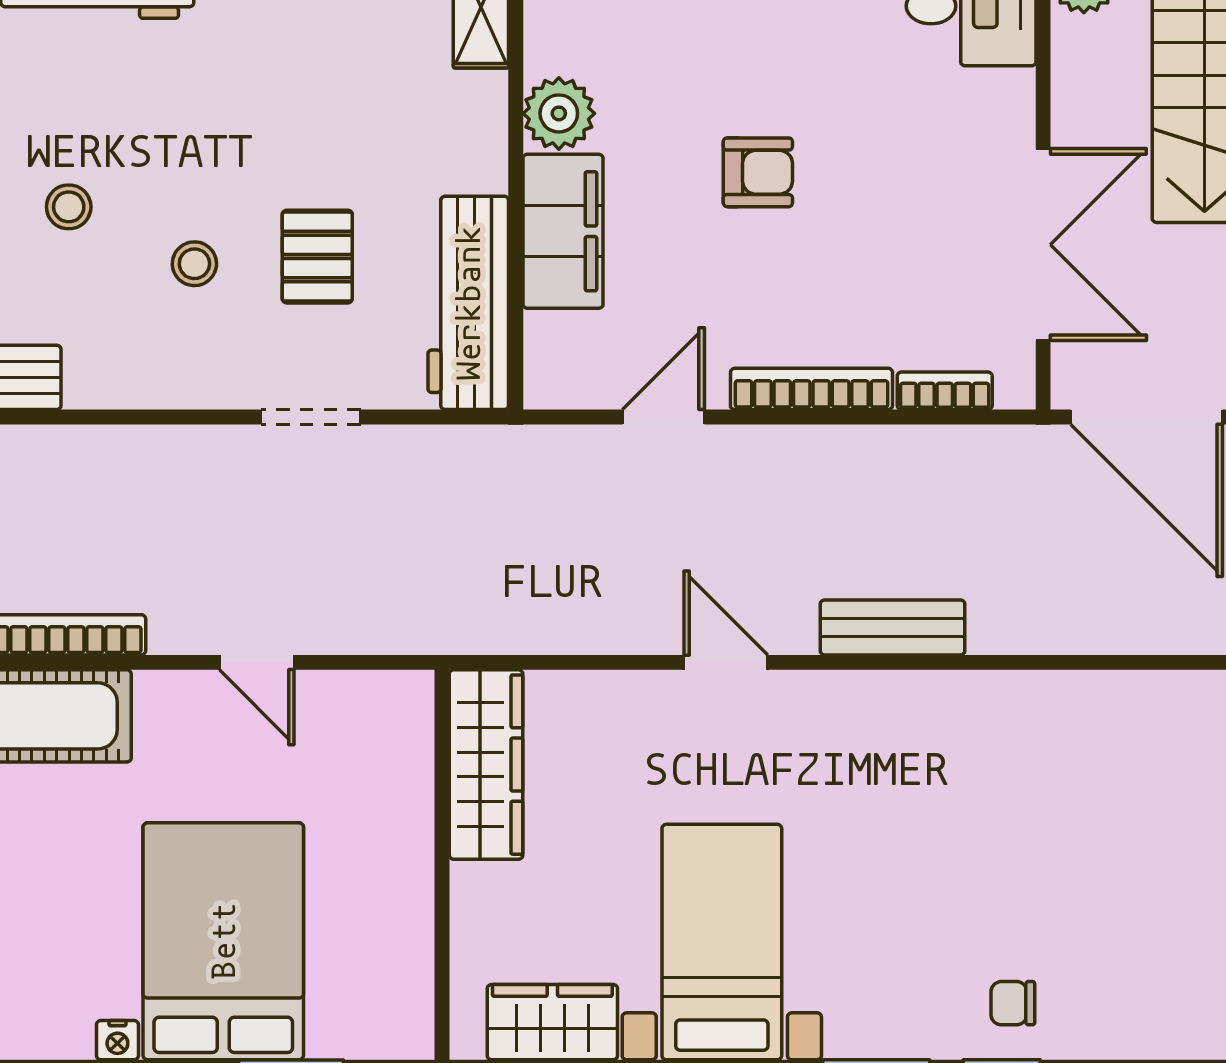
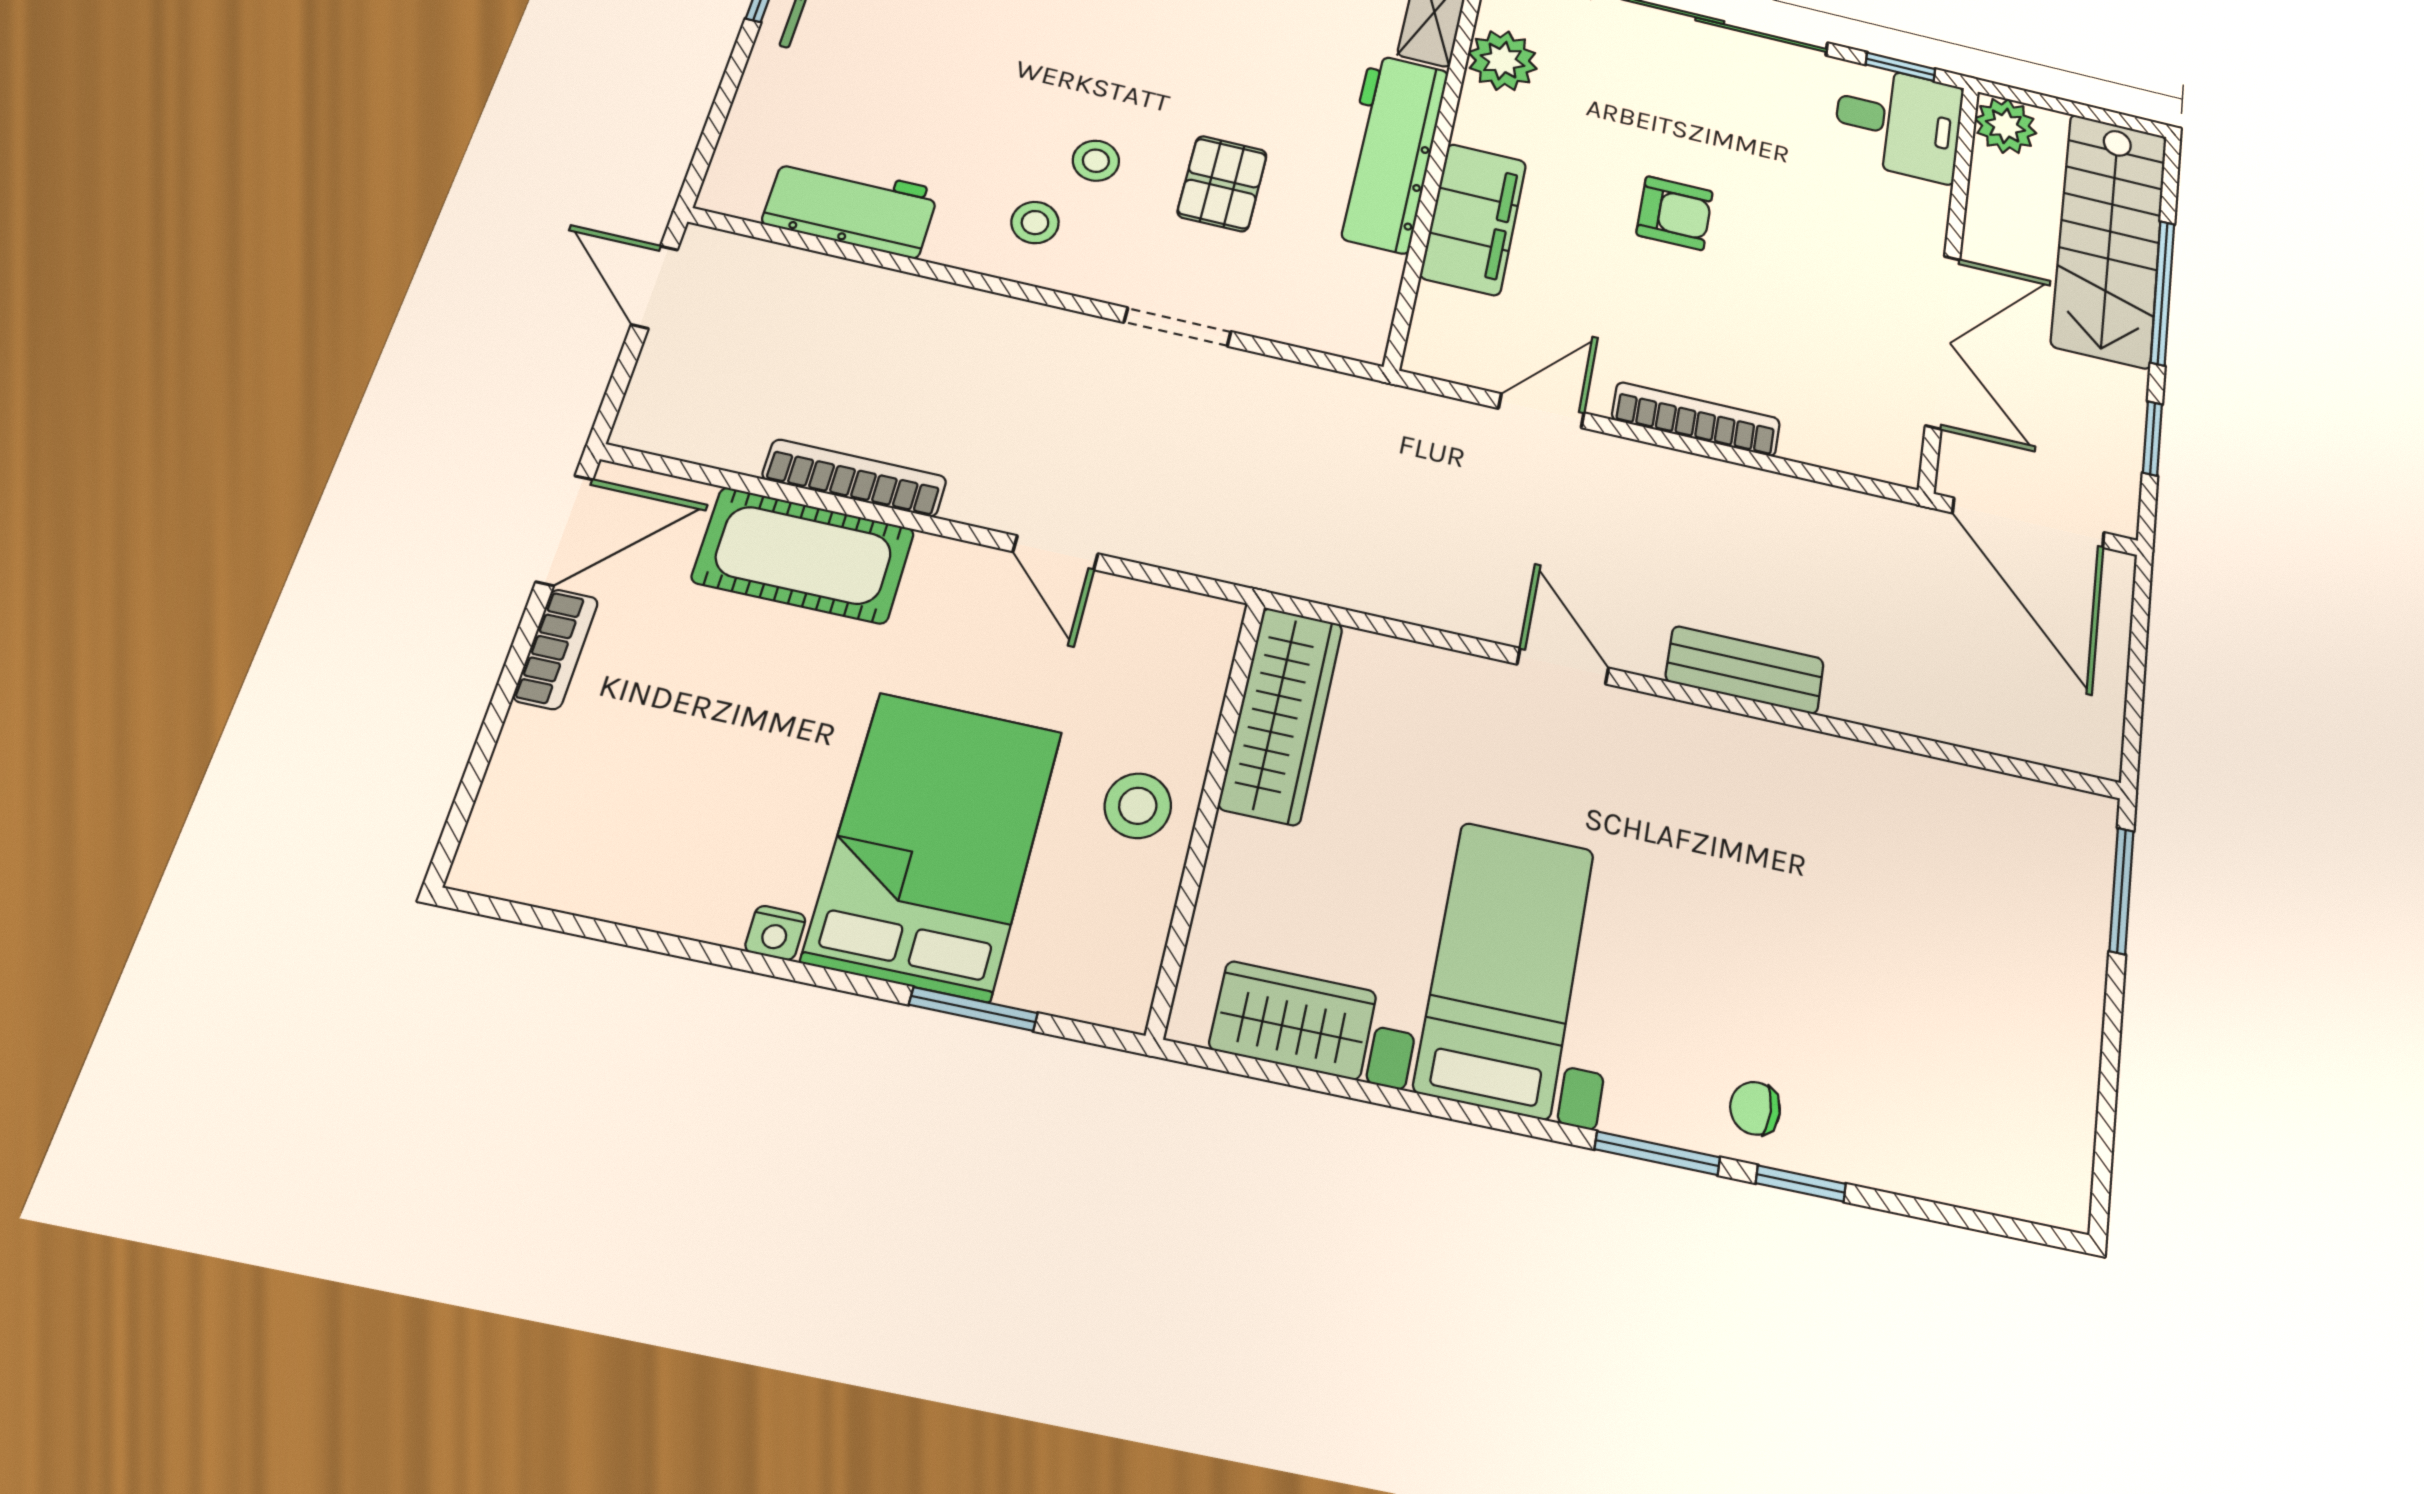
plant: (559, 113) -> (1502, 61), moved
stool: (69, 207) -> (1035, 223), moved
workbench: (468, 303) -> (1389, 153), moved
bookcase: (945, 391) -> (1830, 452), removed
stool: (383, 871) -> (1138, 806), added
chair: (1013, 1003) -> (1755, 1108), moved

